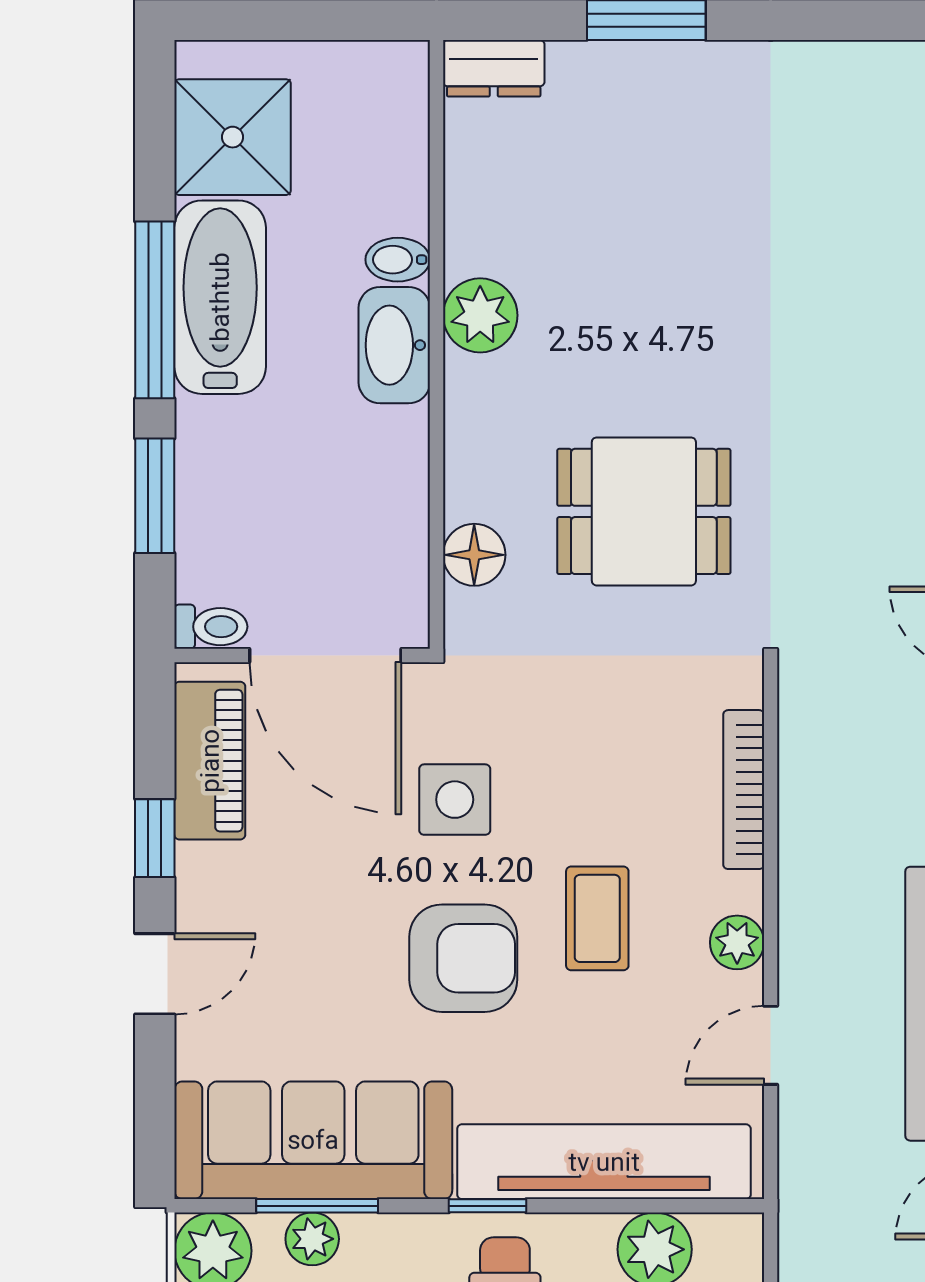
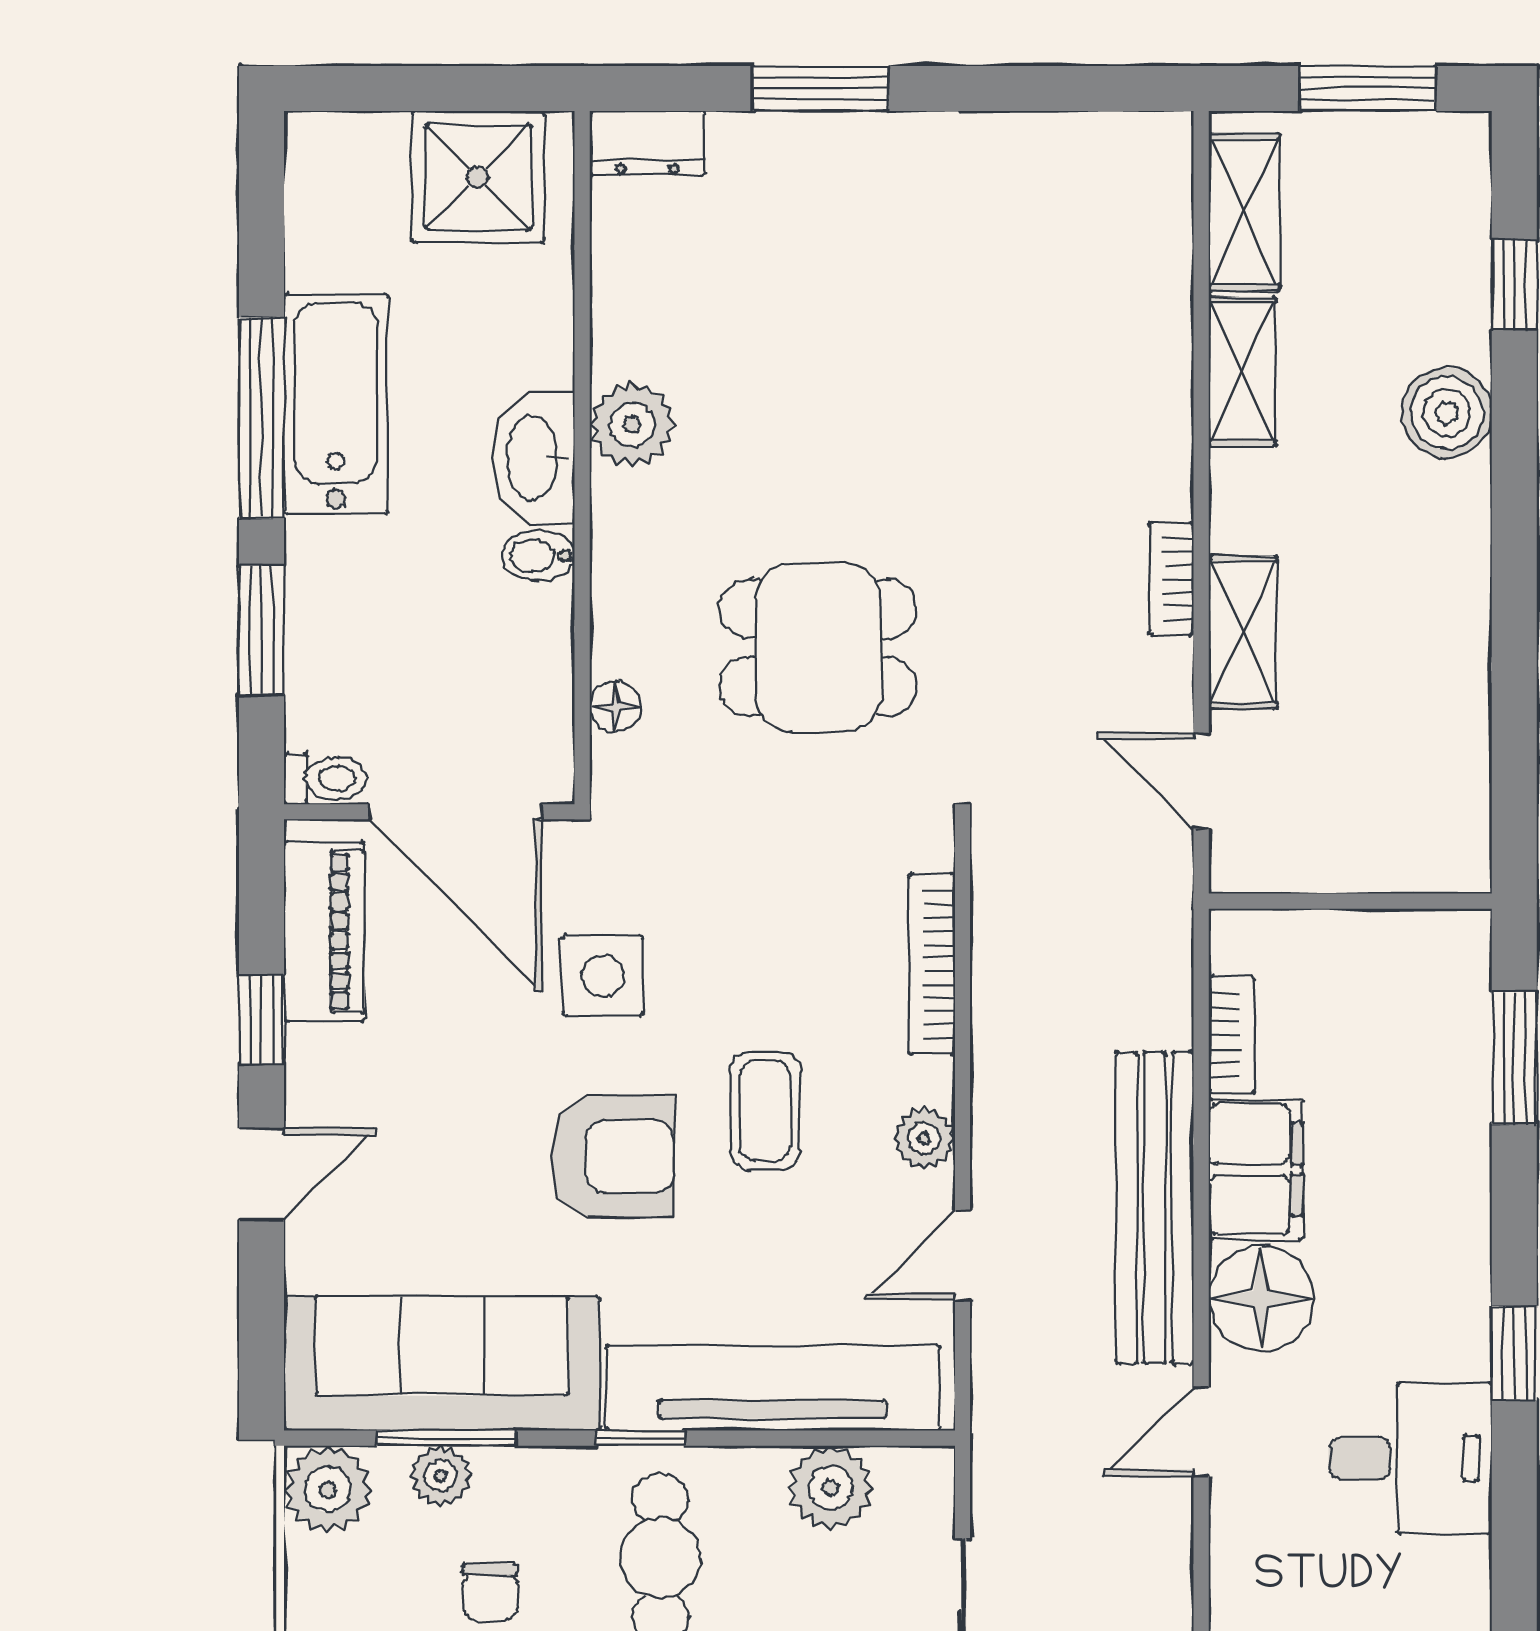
shower: (233, 137) -> (478, 177), moved
bidet: (398, 260) -> (538, 556), moved
floor lamp: (474, 555) -> (616, 707), width x0.73, depth x0.73

